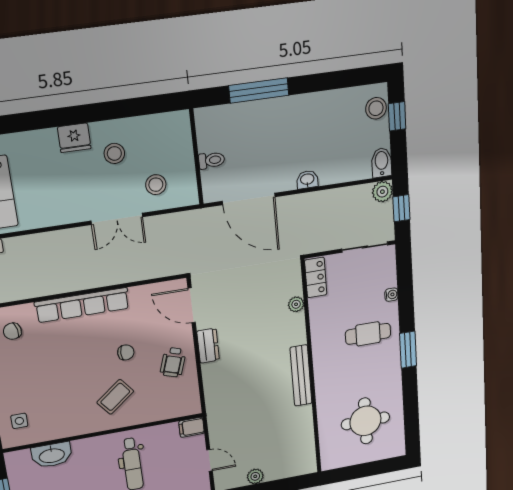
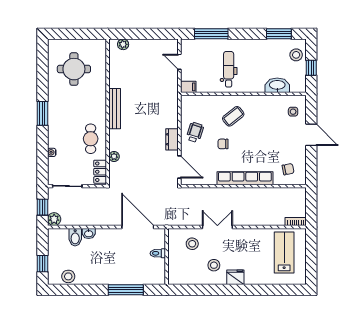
stool: (376, 108) -> (68, 276), moved
bidet: (382, 162) -> (75, 237), moved
washbasin: (307, 180) -> (89, 233), moved
cafe table: (368, 334) -> (91, 139), moved, turned 90
plant: (255, 476) -> (123, 44), moved

